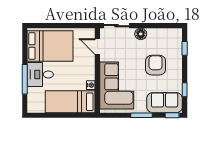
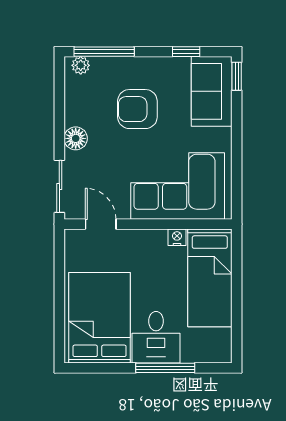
plant: (178, 36) -> (81, 65), added
door: (97, 47) -> (101, 224), swing flipped
window: (185, 48) -> (104, 52), width x2.17
window: (142, 115) -> (237, 137), removed

